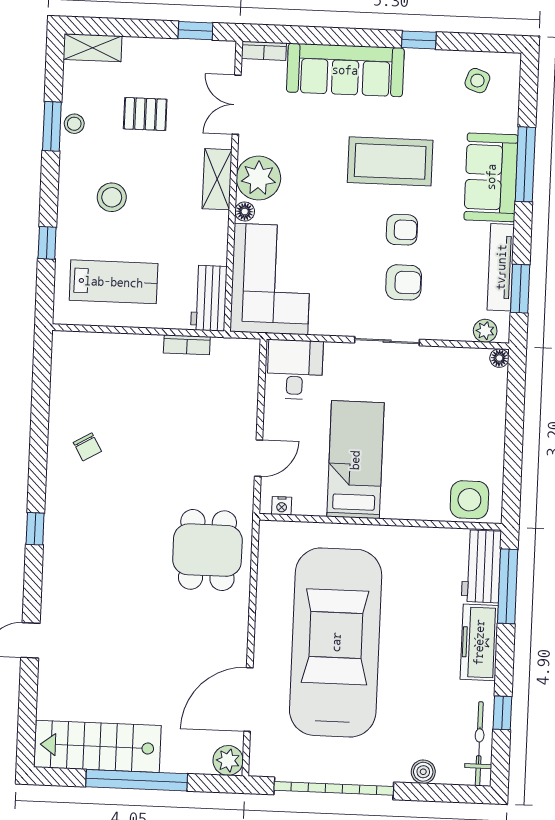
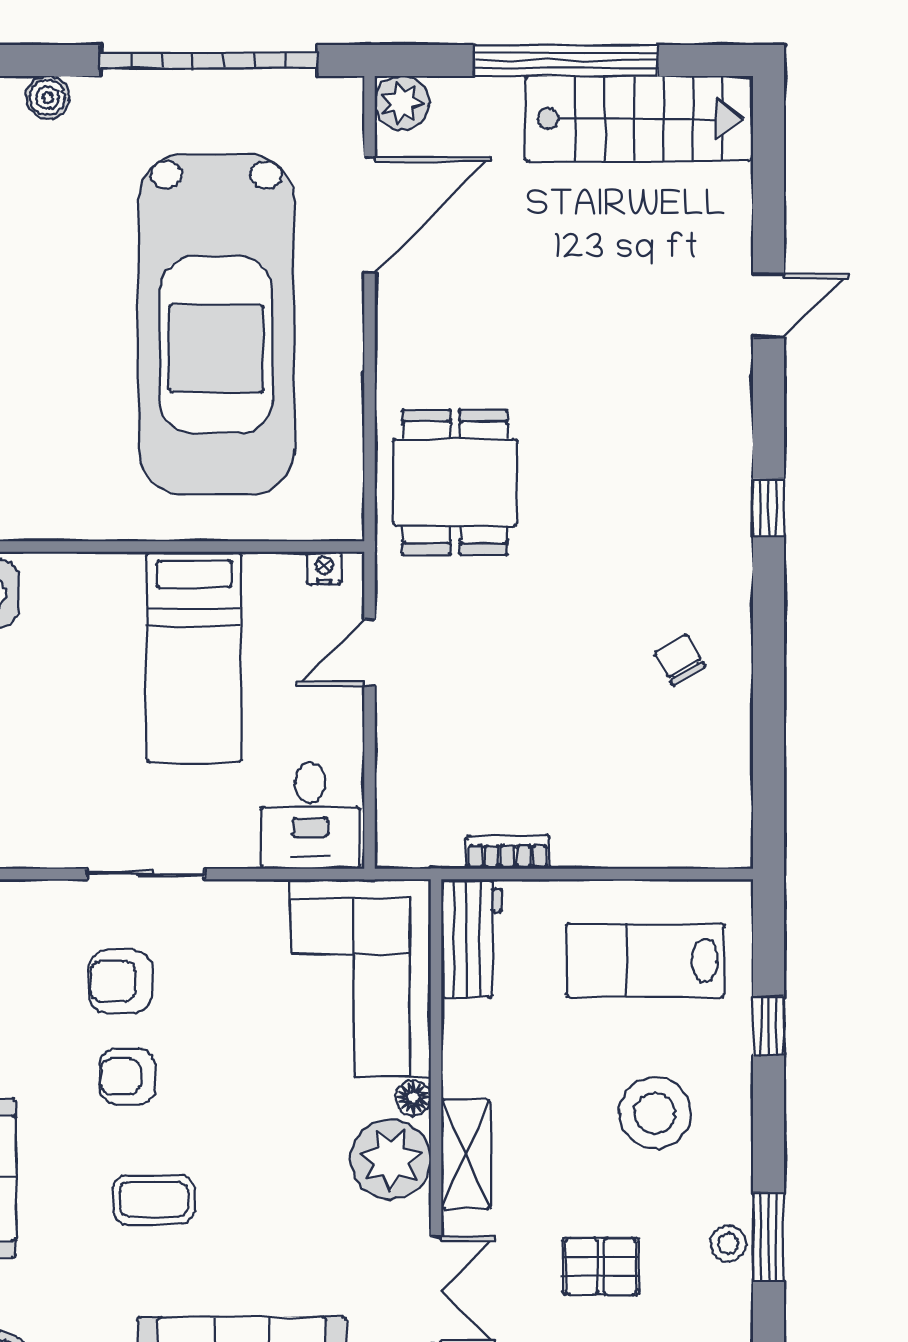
coffee table: (390, 161) -> (154, 1199), width x0.54, depth x0.58
stool: (112, 197) -> (655, 1113), width x1.38, depth x1.38

